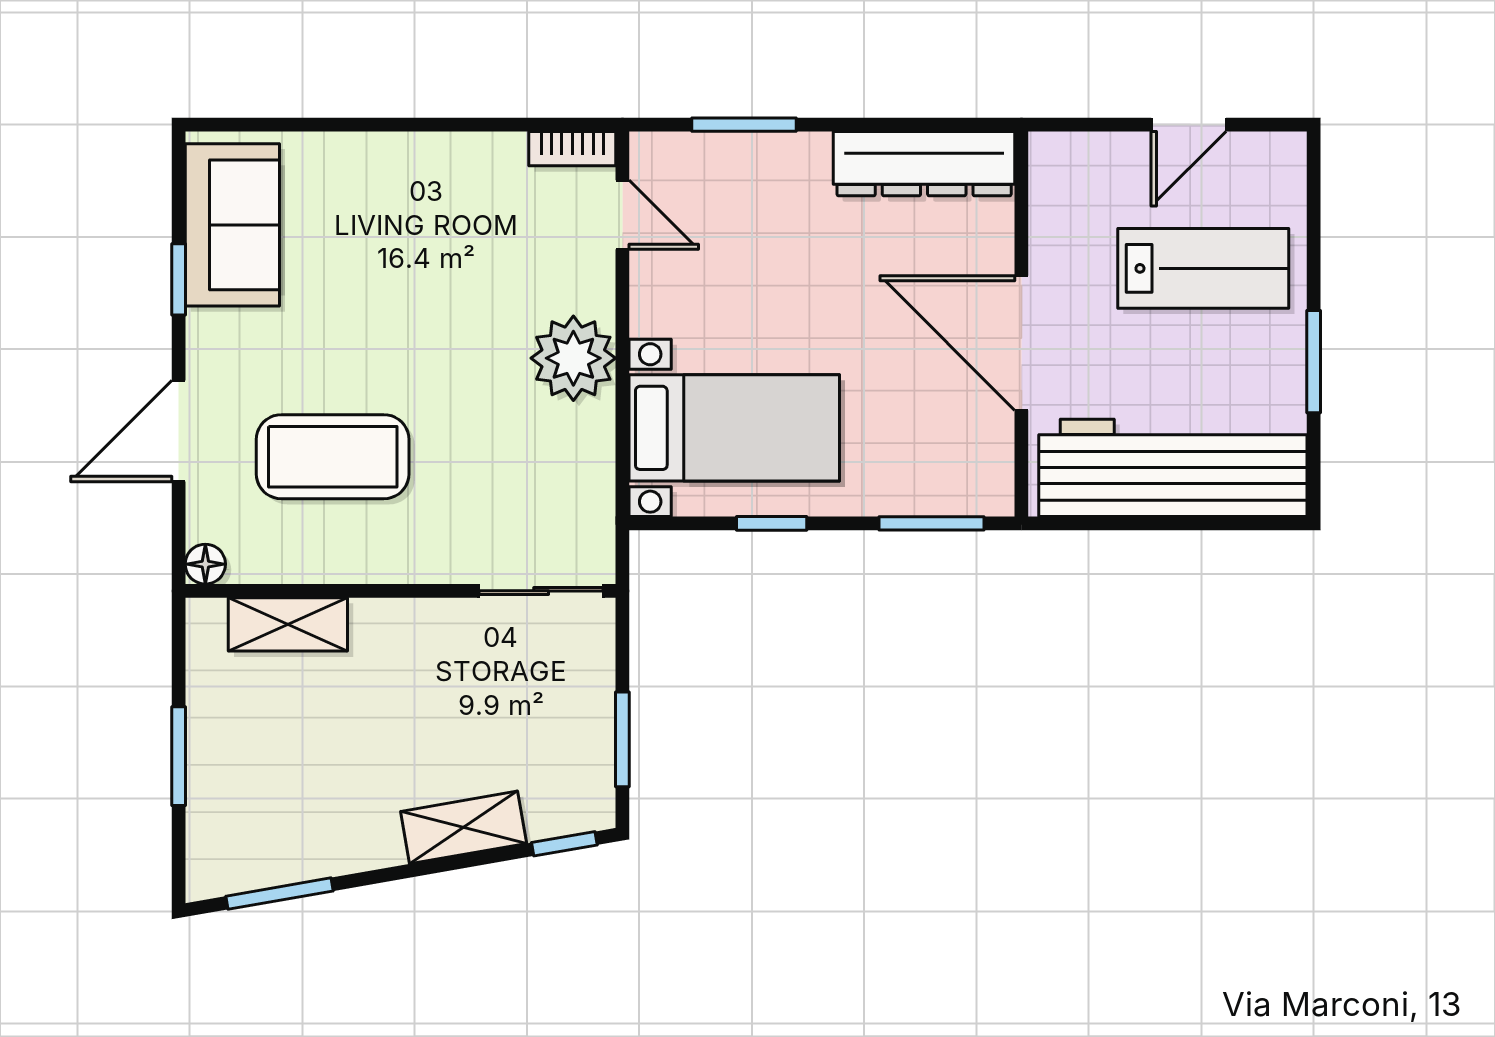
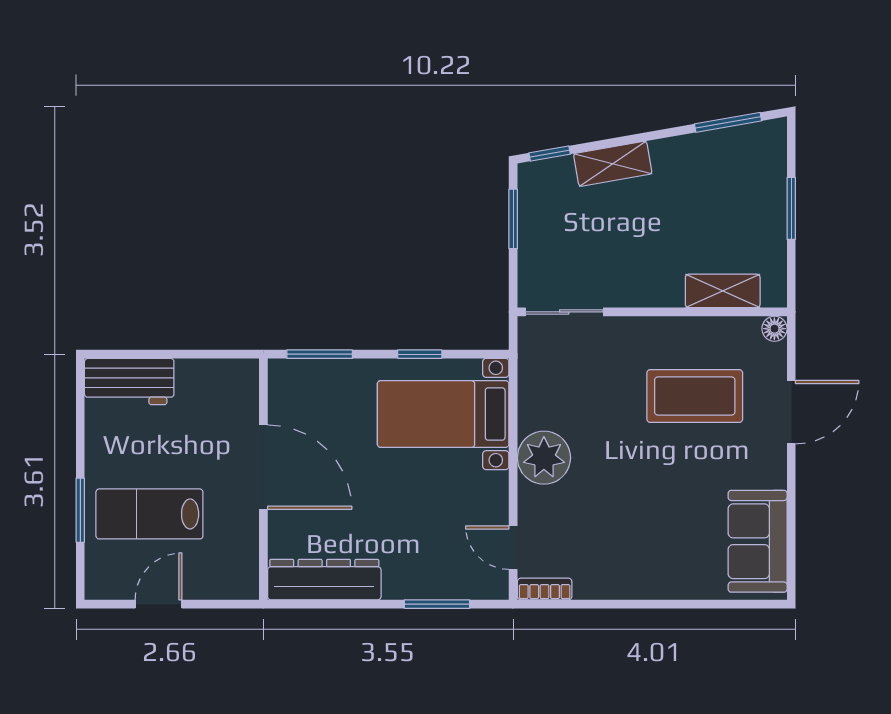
window: (179, 279) -> (791, 507), removed
window: (1314, 362) -> (80, 510), moved
workbench: (1173, 468) -> (129, 382), width x0.53, depth x0.76

